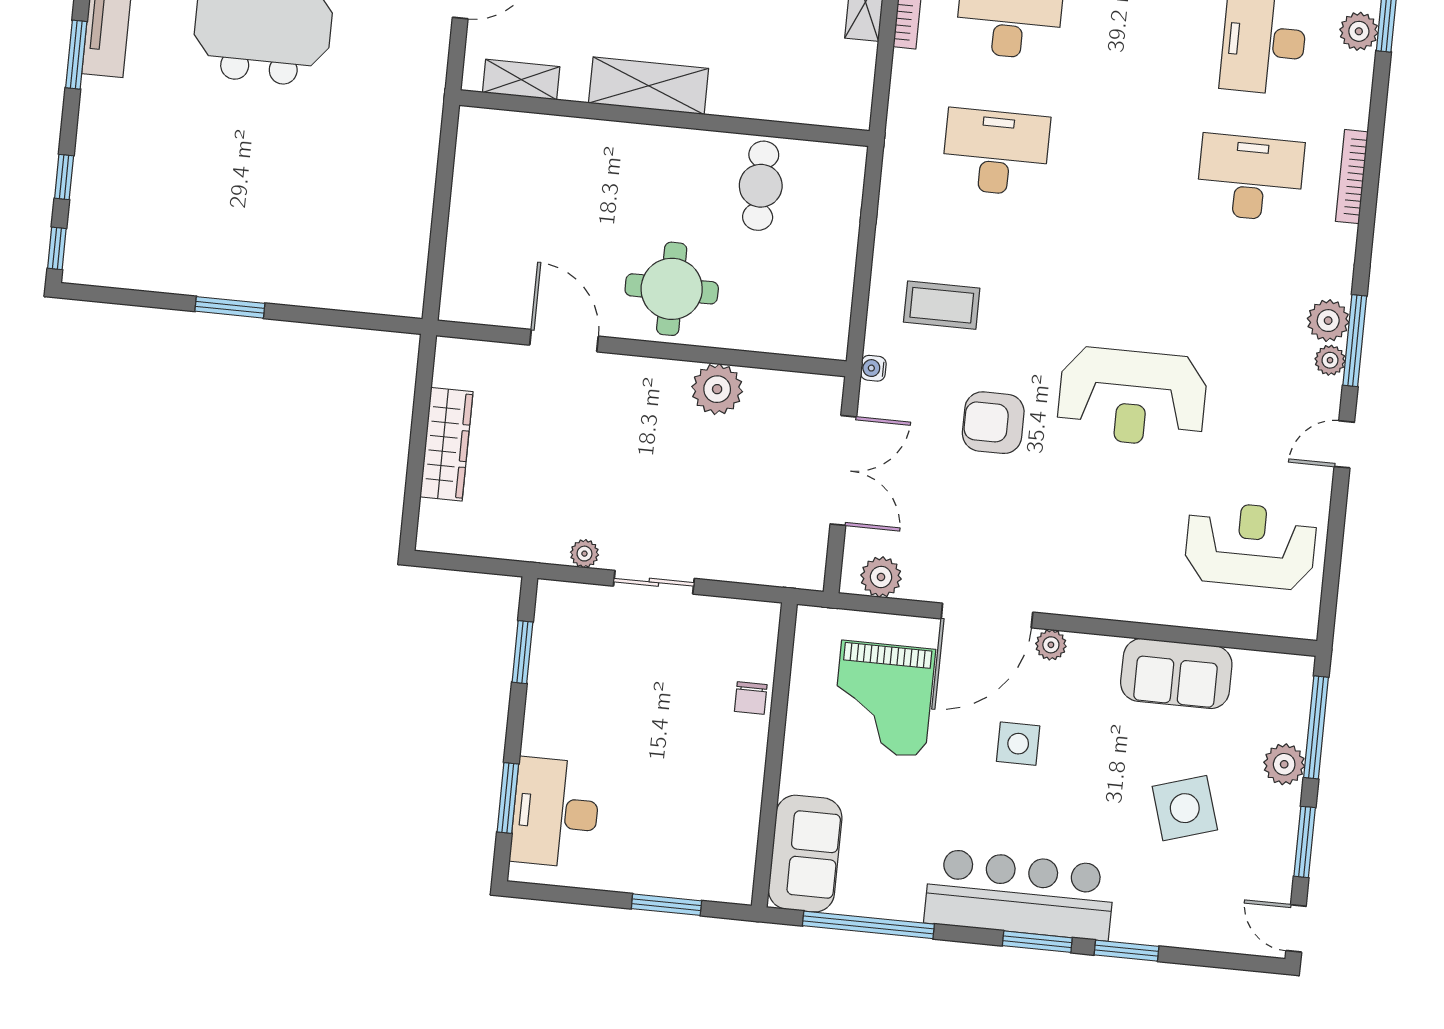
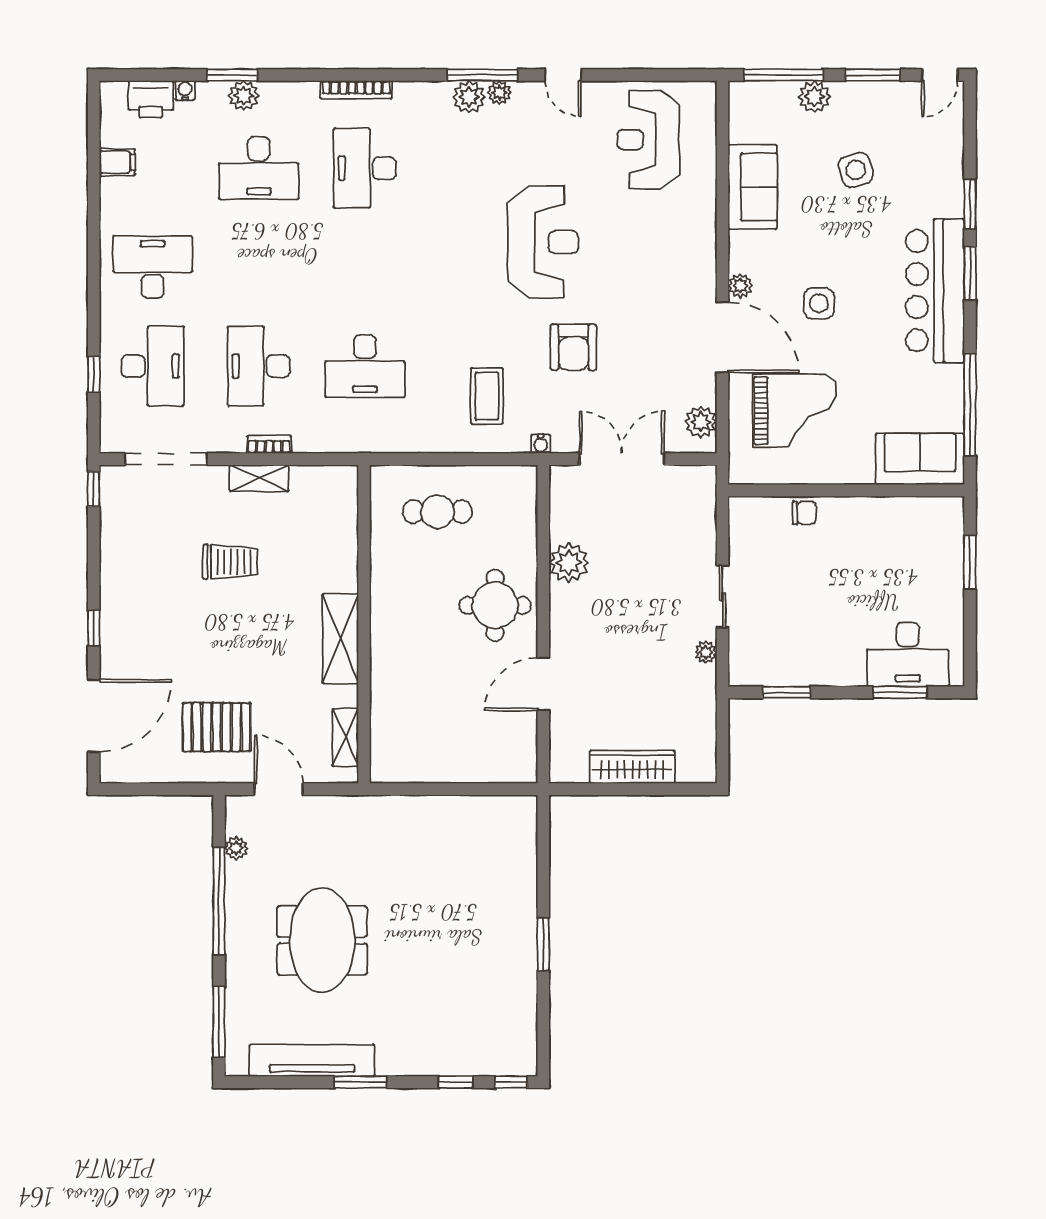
desk: (996, 152) -> (365, 366), turned -90
cafe table: (761, 186) -> (438, 512), moved
side table: (1185, 808) -> (856, 170), width x0.73, depth x0.73

